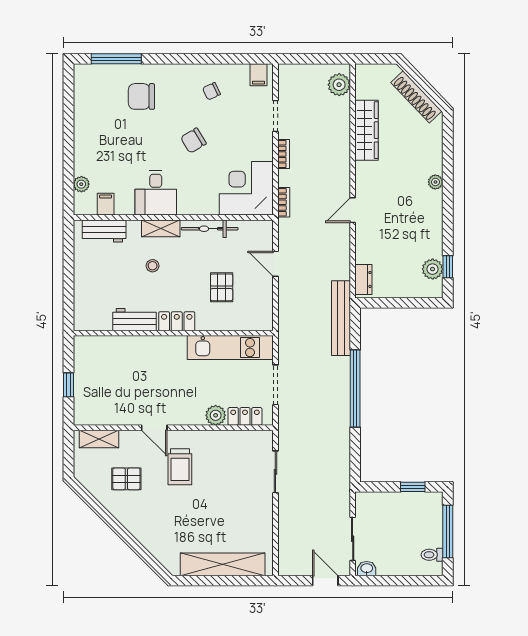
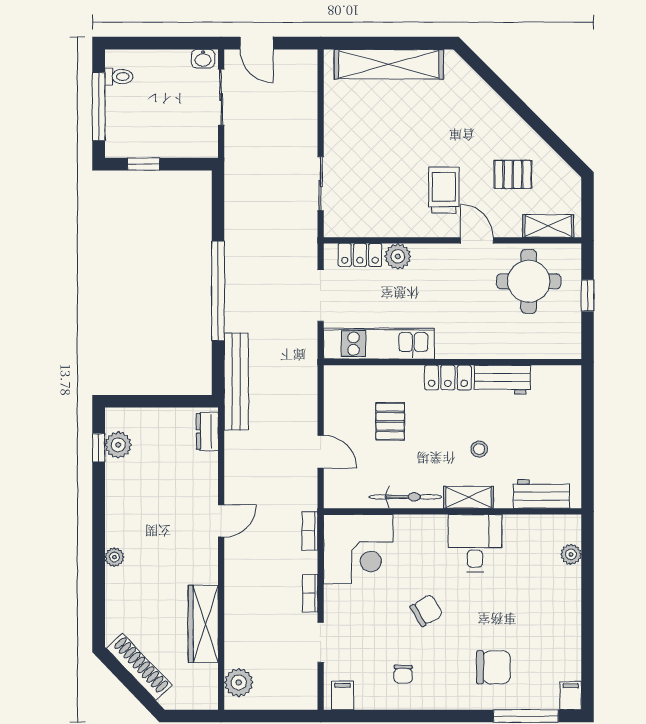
chair: (211, 91) -> (403, 674), turned 115
filing cabinet: (106, 204) -> (571, 696), moved, turned 180
round table: (114, 396) -> (529, 281), added

